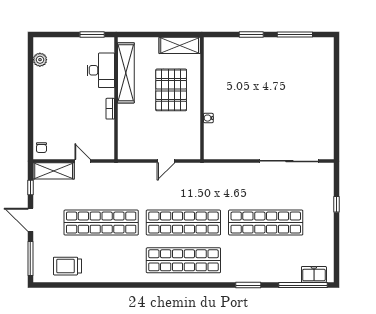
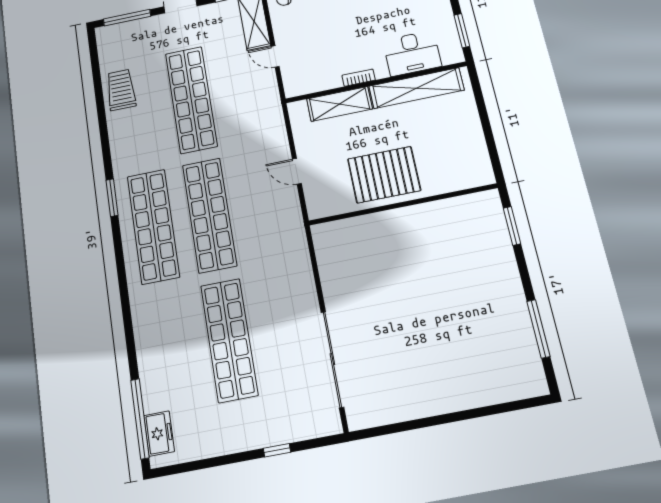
window: (251, 34) -> (512, 226), moved
shelving: (180, 45) -> (339, 104), moved, turned 90
pallet: (171, 90) -> (384, 175), moved
water cooler: (208, 118) -> (374, 220), removed
door: (83, 161) -> (275, 56), swing flipped
trolley: (67, 266) -> (121, 90), moved
window: (248, 285) -> (112, 198), moved

